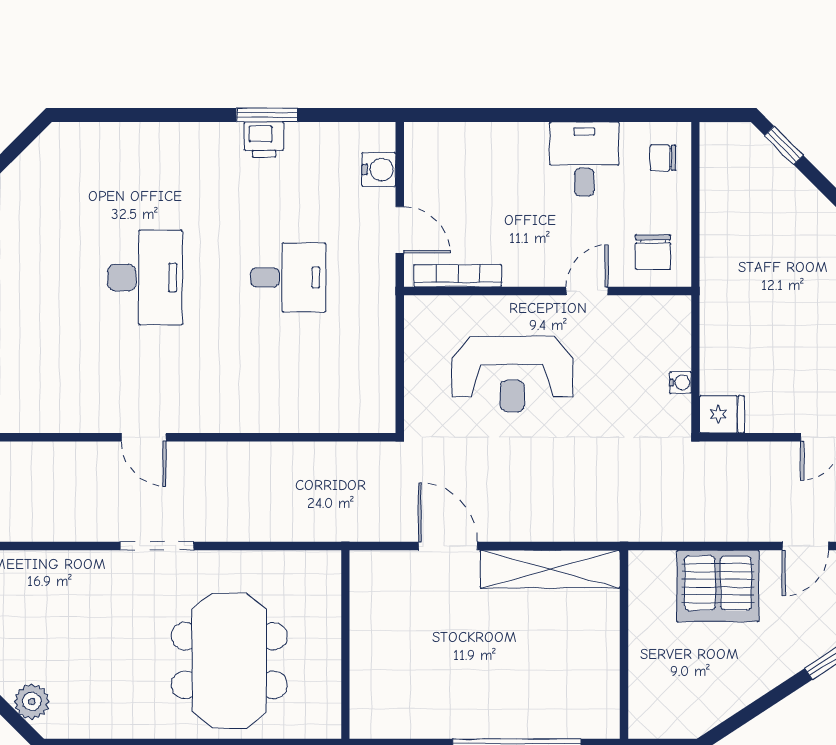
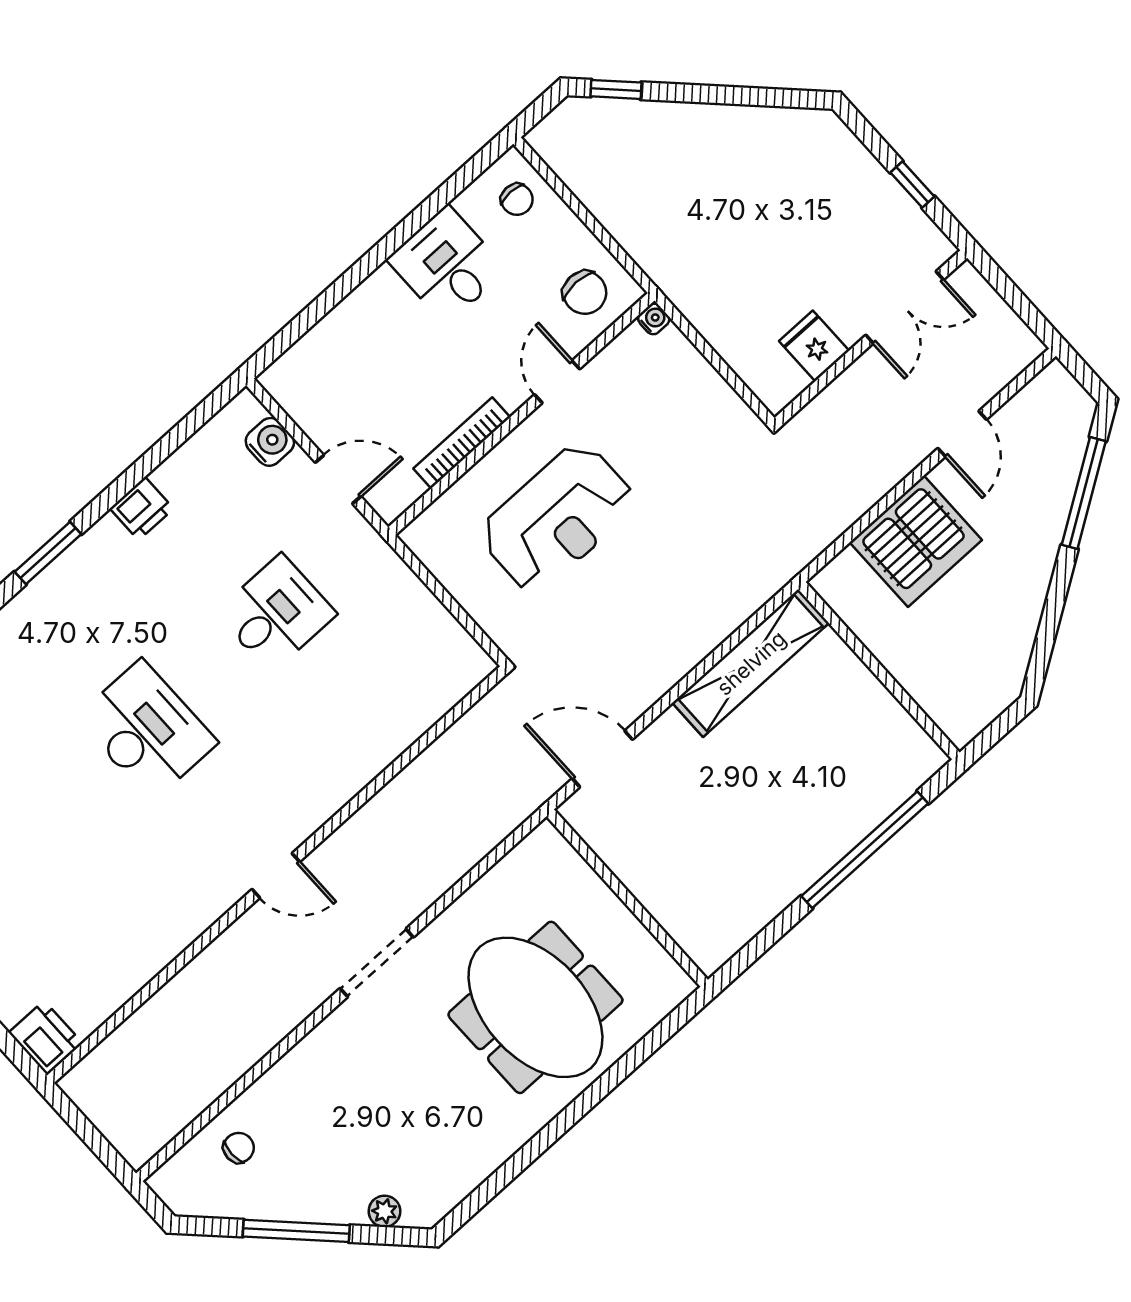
window: (267, 115) -> (48, 553), moved
chair: (663, 158) -> (517, 199), turned -90
bookcase: (458, 276) -> (462, 443), moved
water cooler: (681, 383) -> (654, 319), moved
fridge: (722, 414) -> (814, 346), moved, turned -90
door: (448, 546) -> (602, 759), moved
plant: (32, 702) -> (384, 1211), width x0.73, depth x0.73

